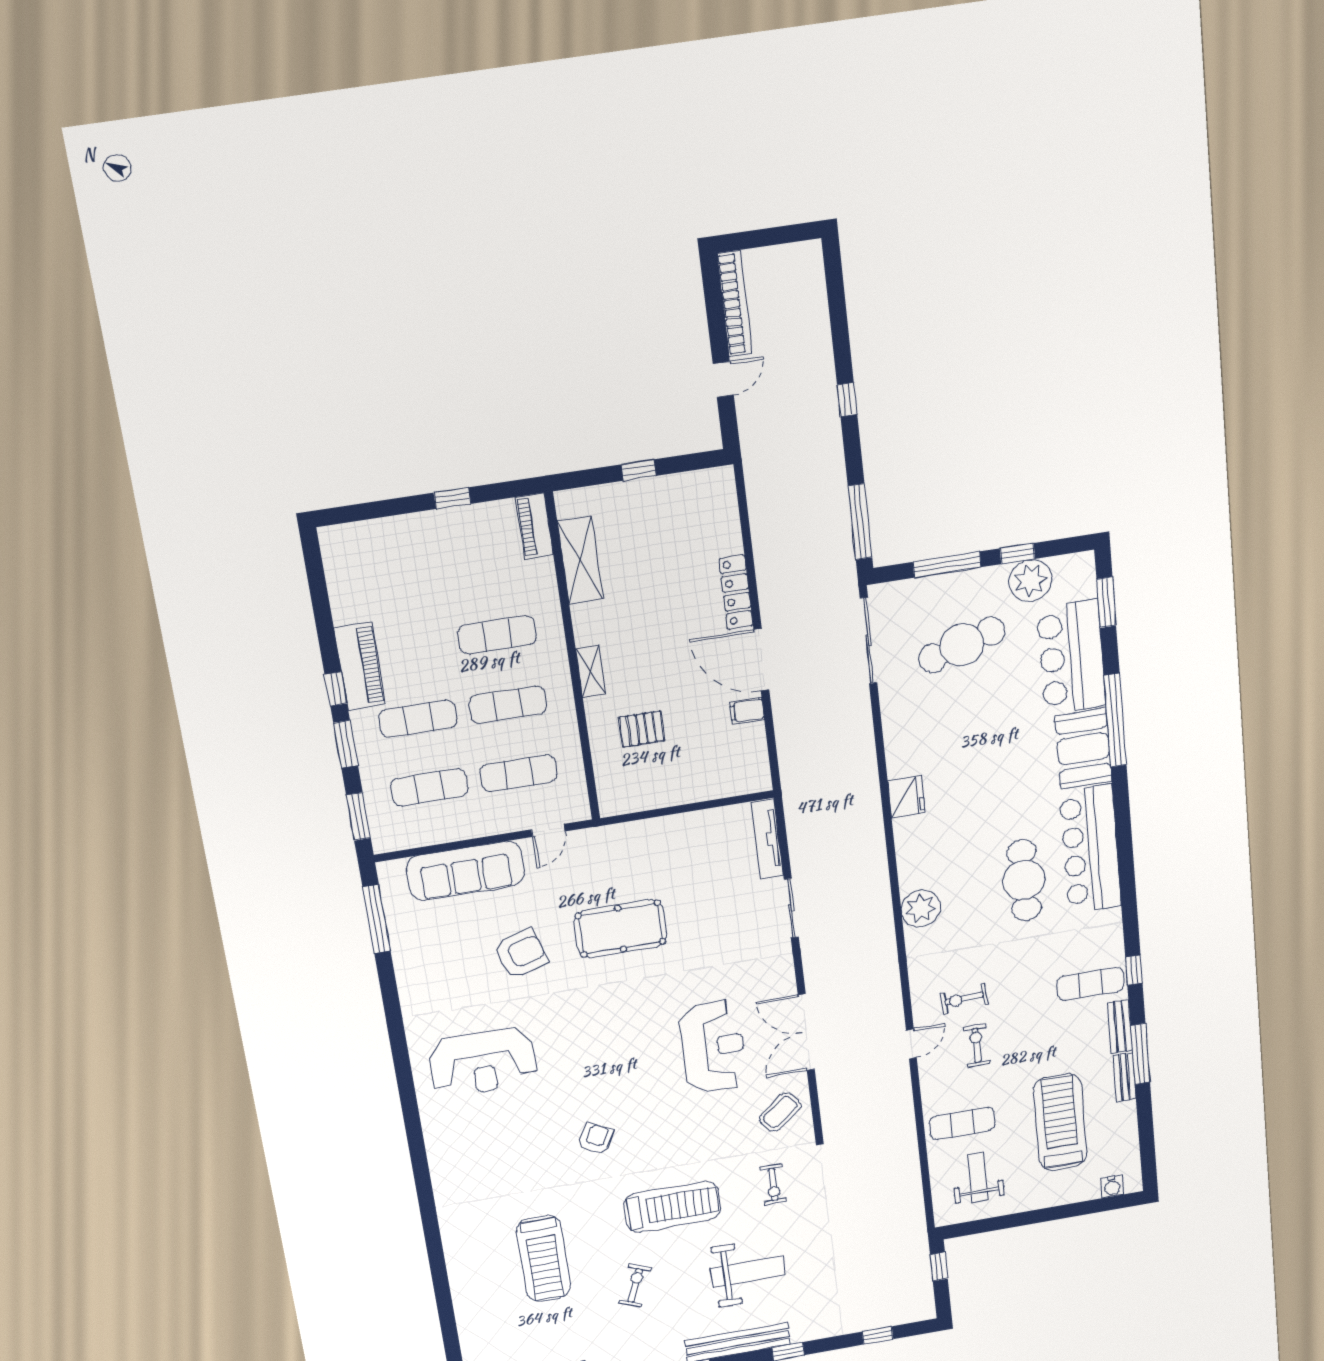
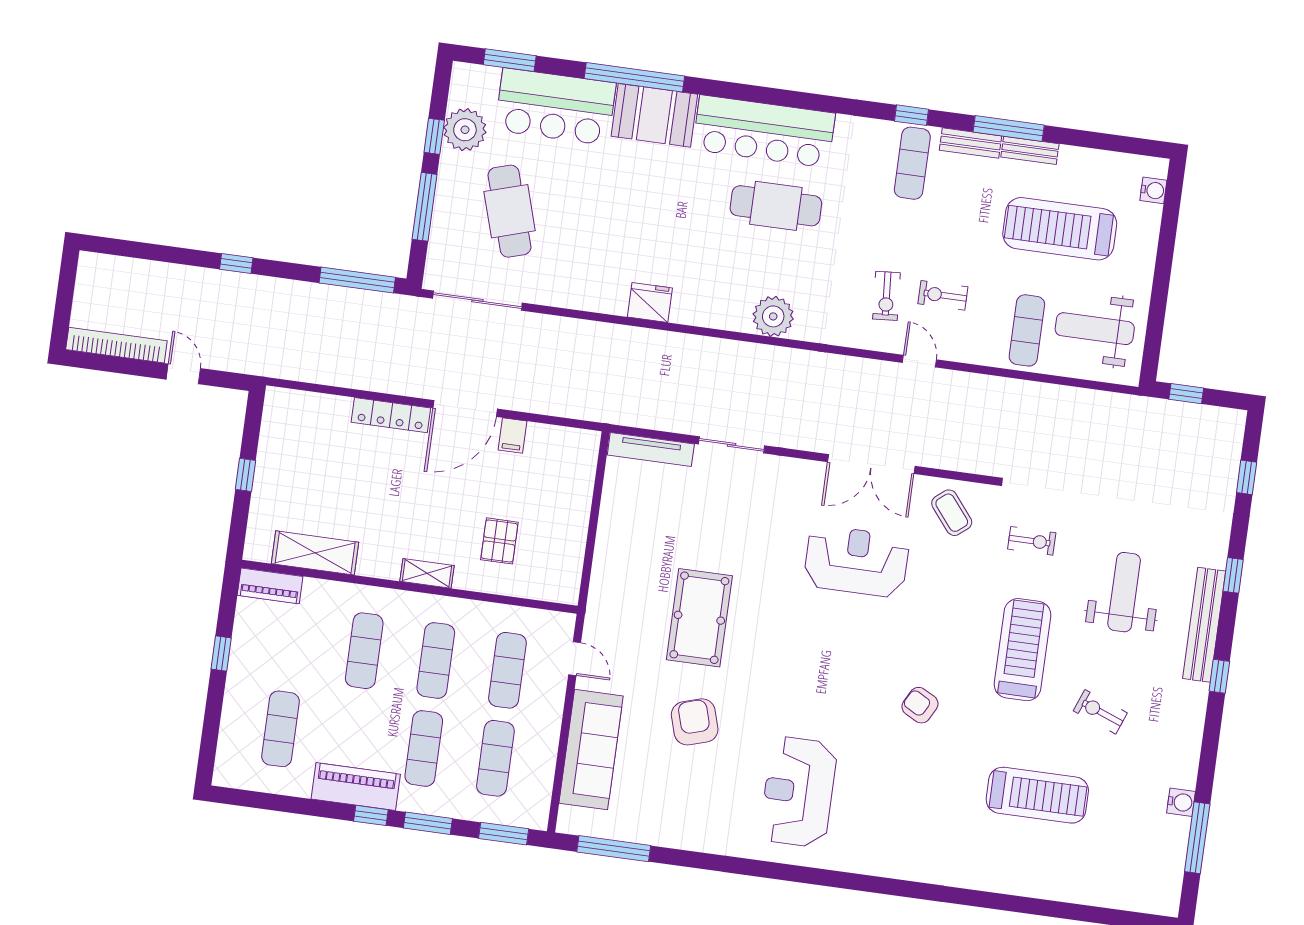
exercise mat: (395, 578) -> (280, 729), added
reception desk: (483, 1062) -> (798, 792), turned 180
weight bench: (978, 1177) -> (1095, 329), width x1.36, depth x1.33

